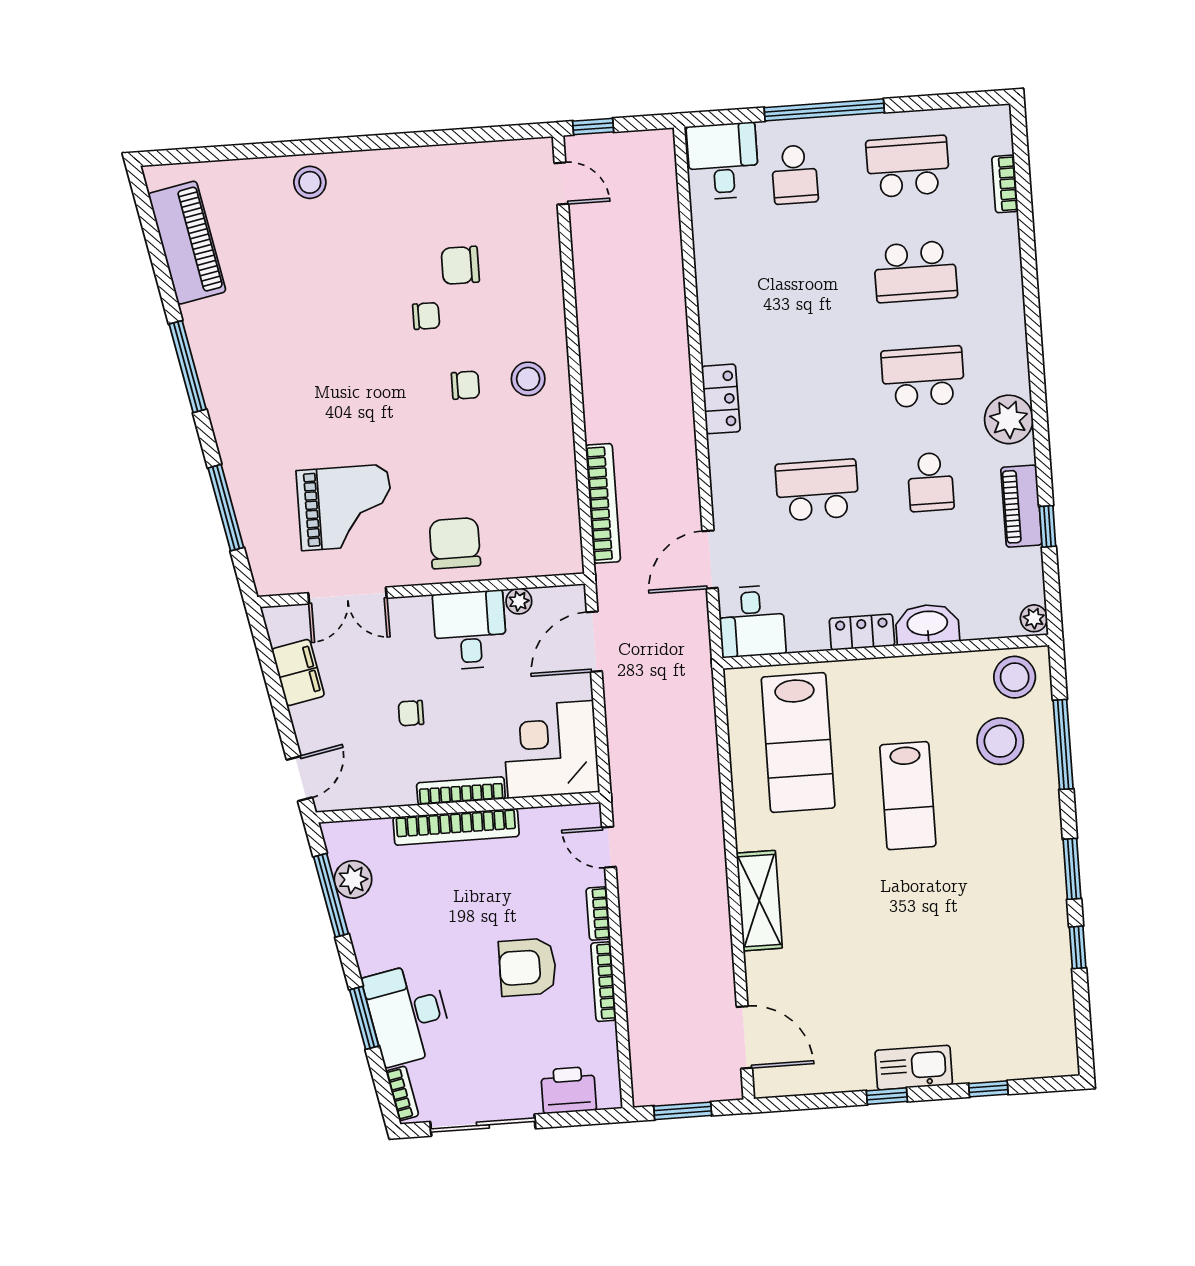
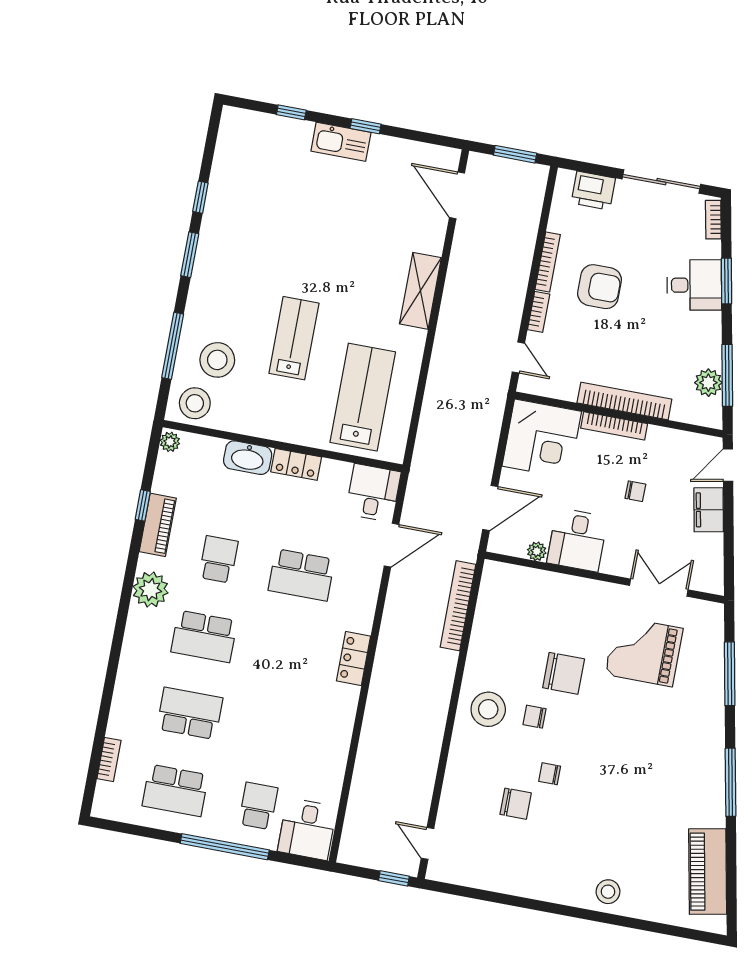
stool: (528, 379) -> (488, 709), width x1.38, depth x1.38
chair: (455, 543) -> (564, 673), moved, turned -90
filing cabinet: (298, 673) -> (709, 510), moved
desk: (408, 1014) -> (694, 285), width x0.73

